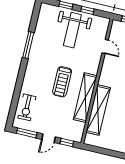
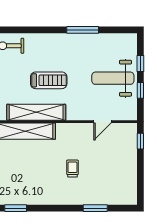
treadmill: (62, 82) -> (49, 80), turned 180

